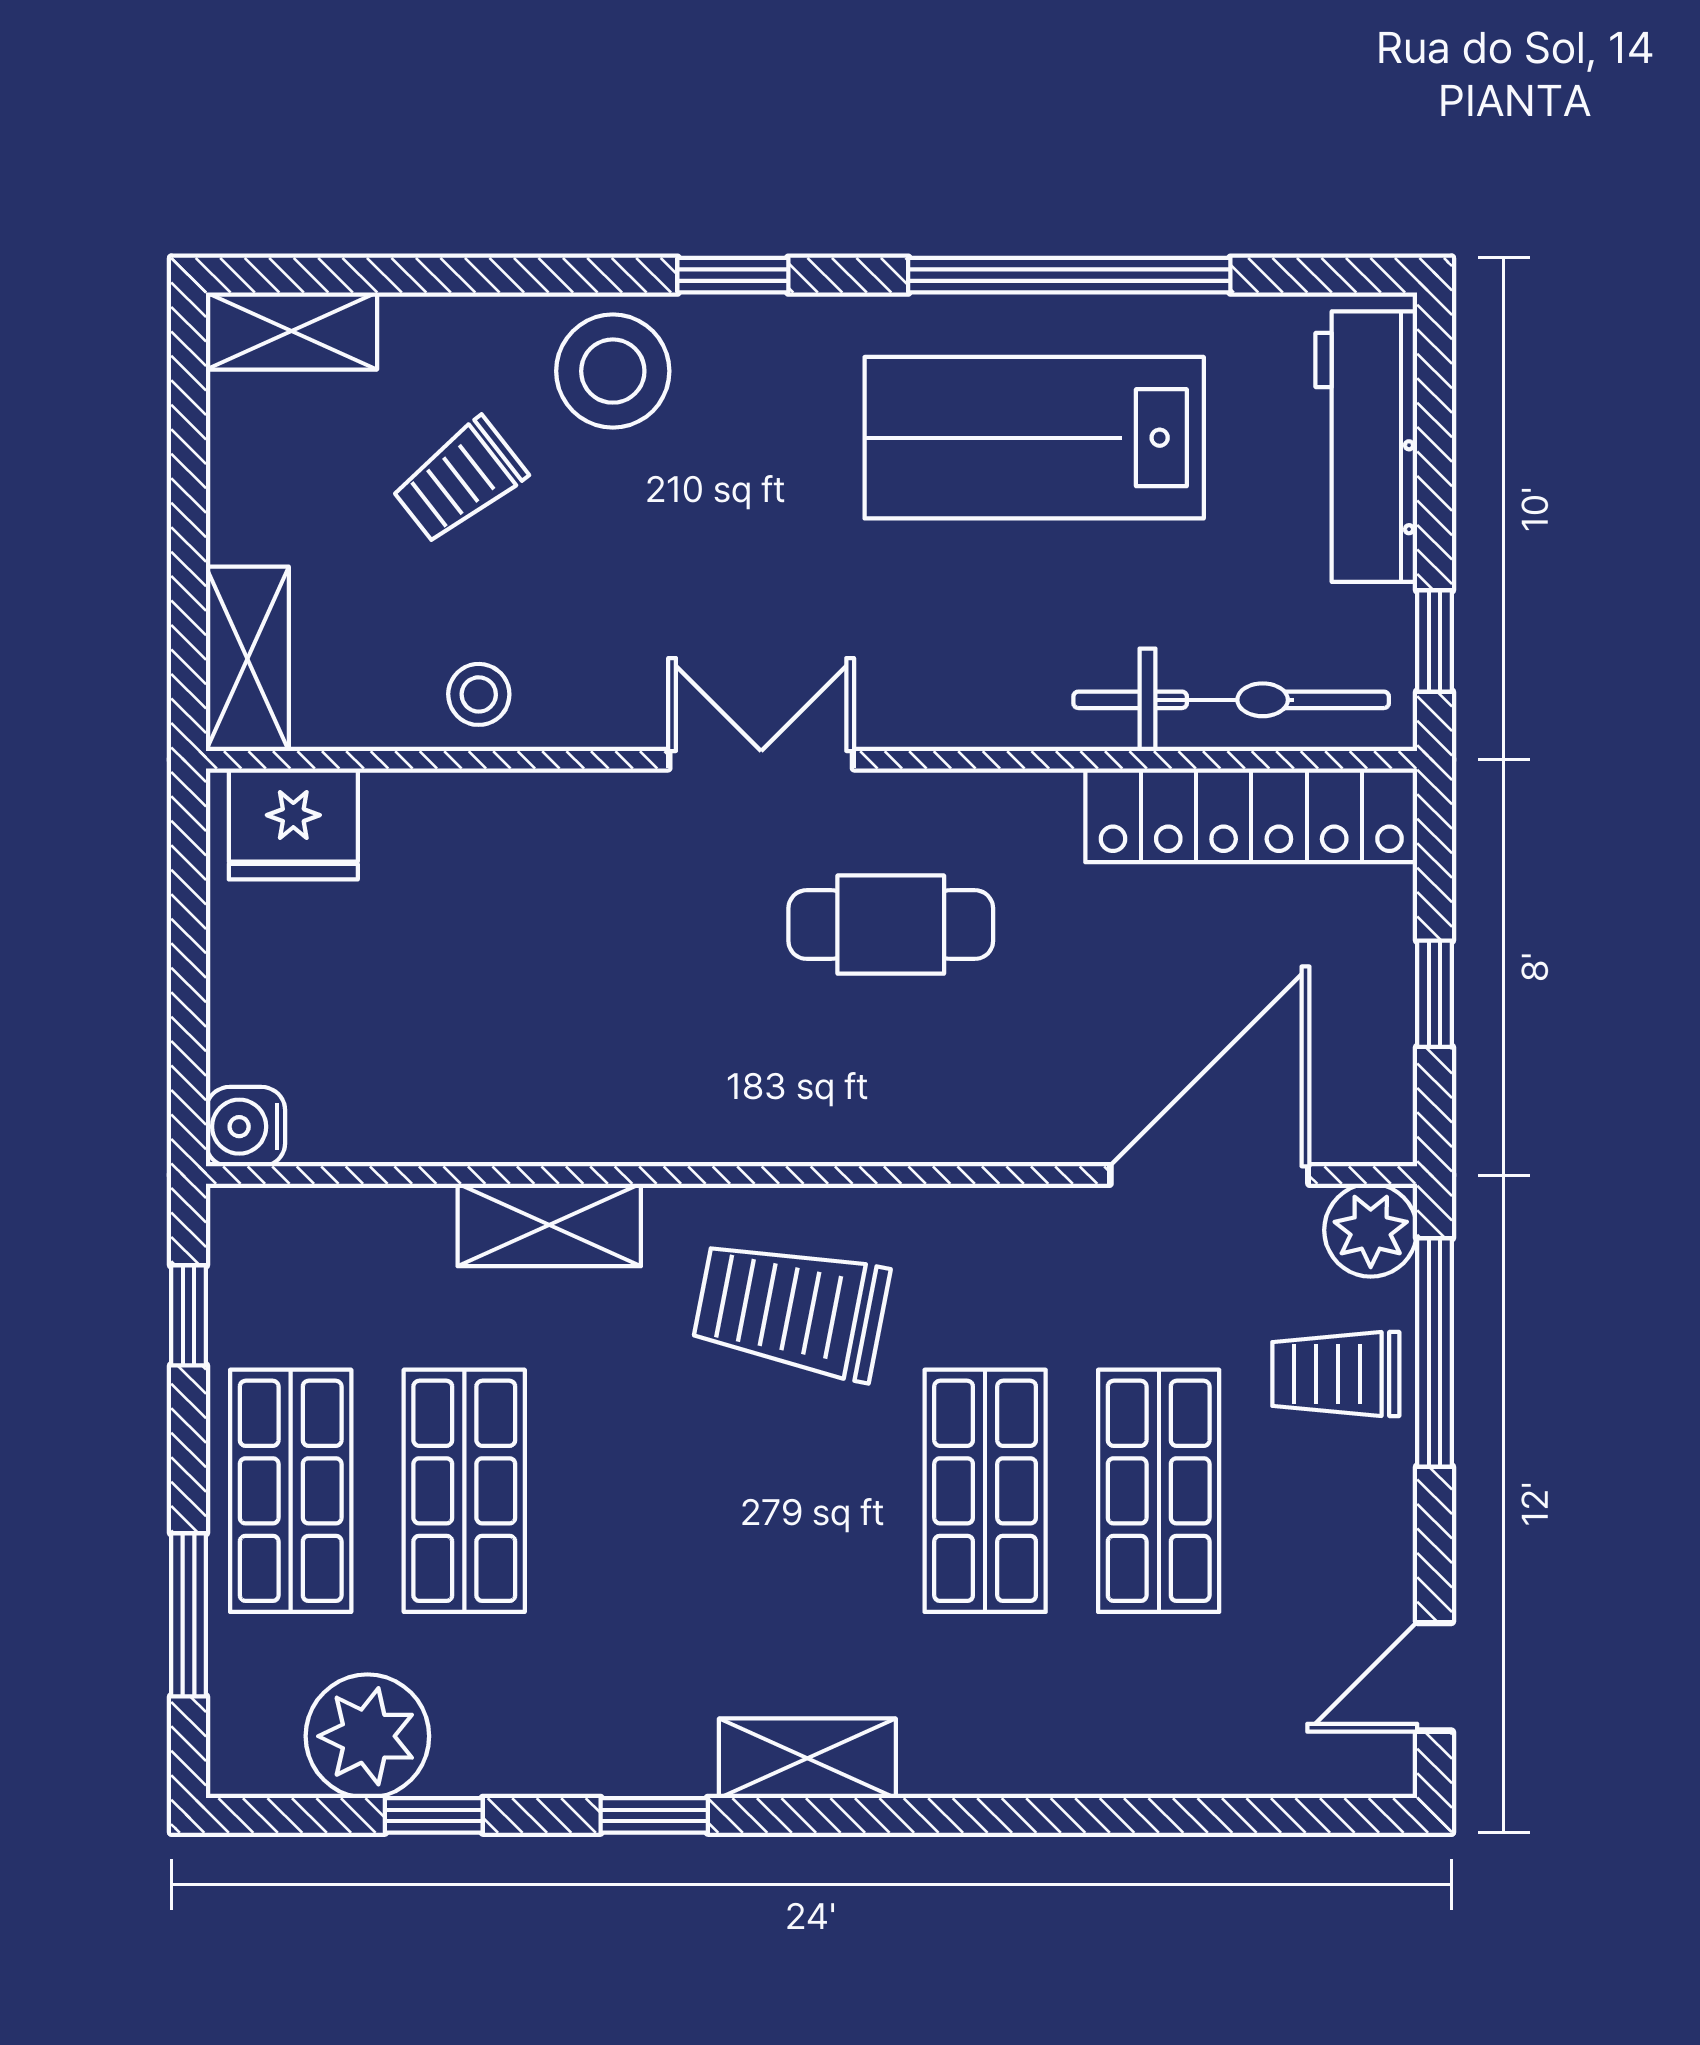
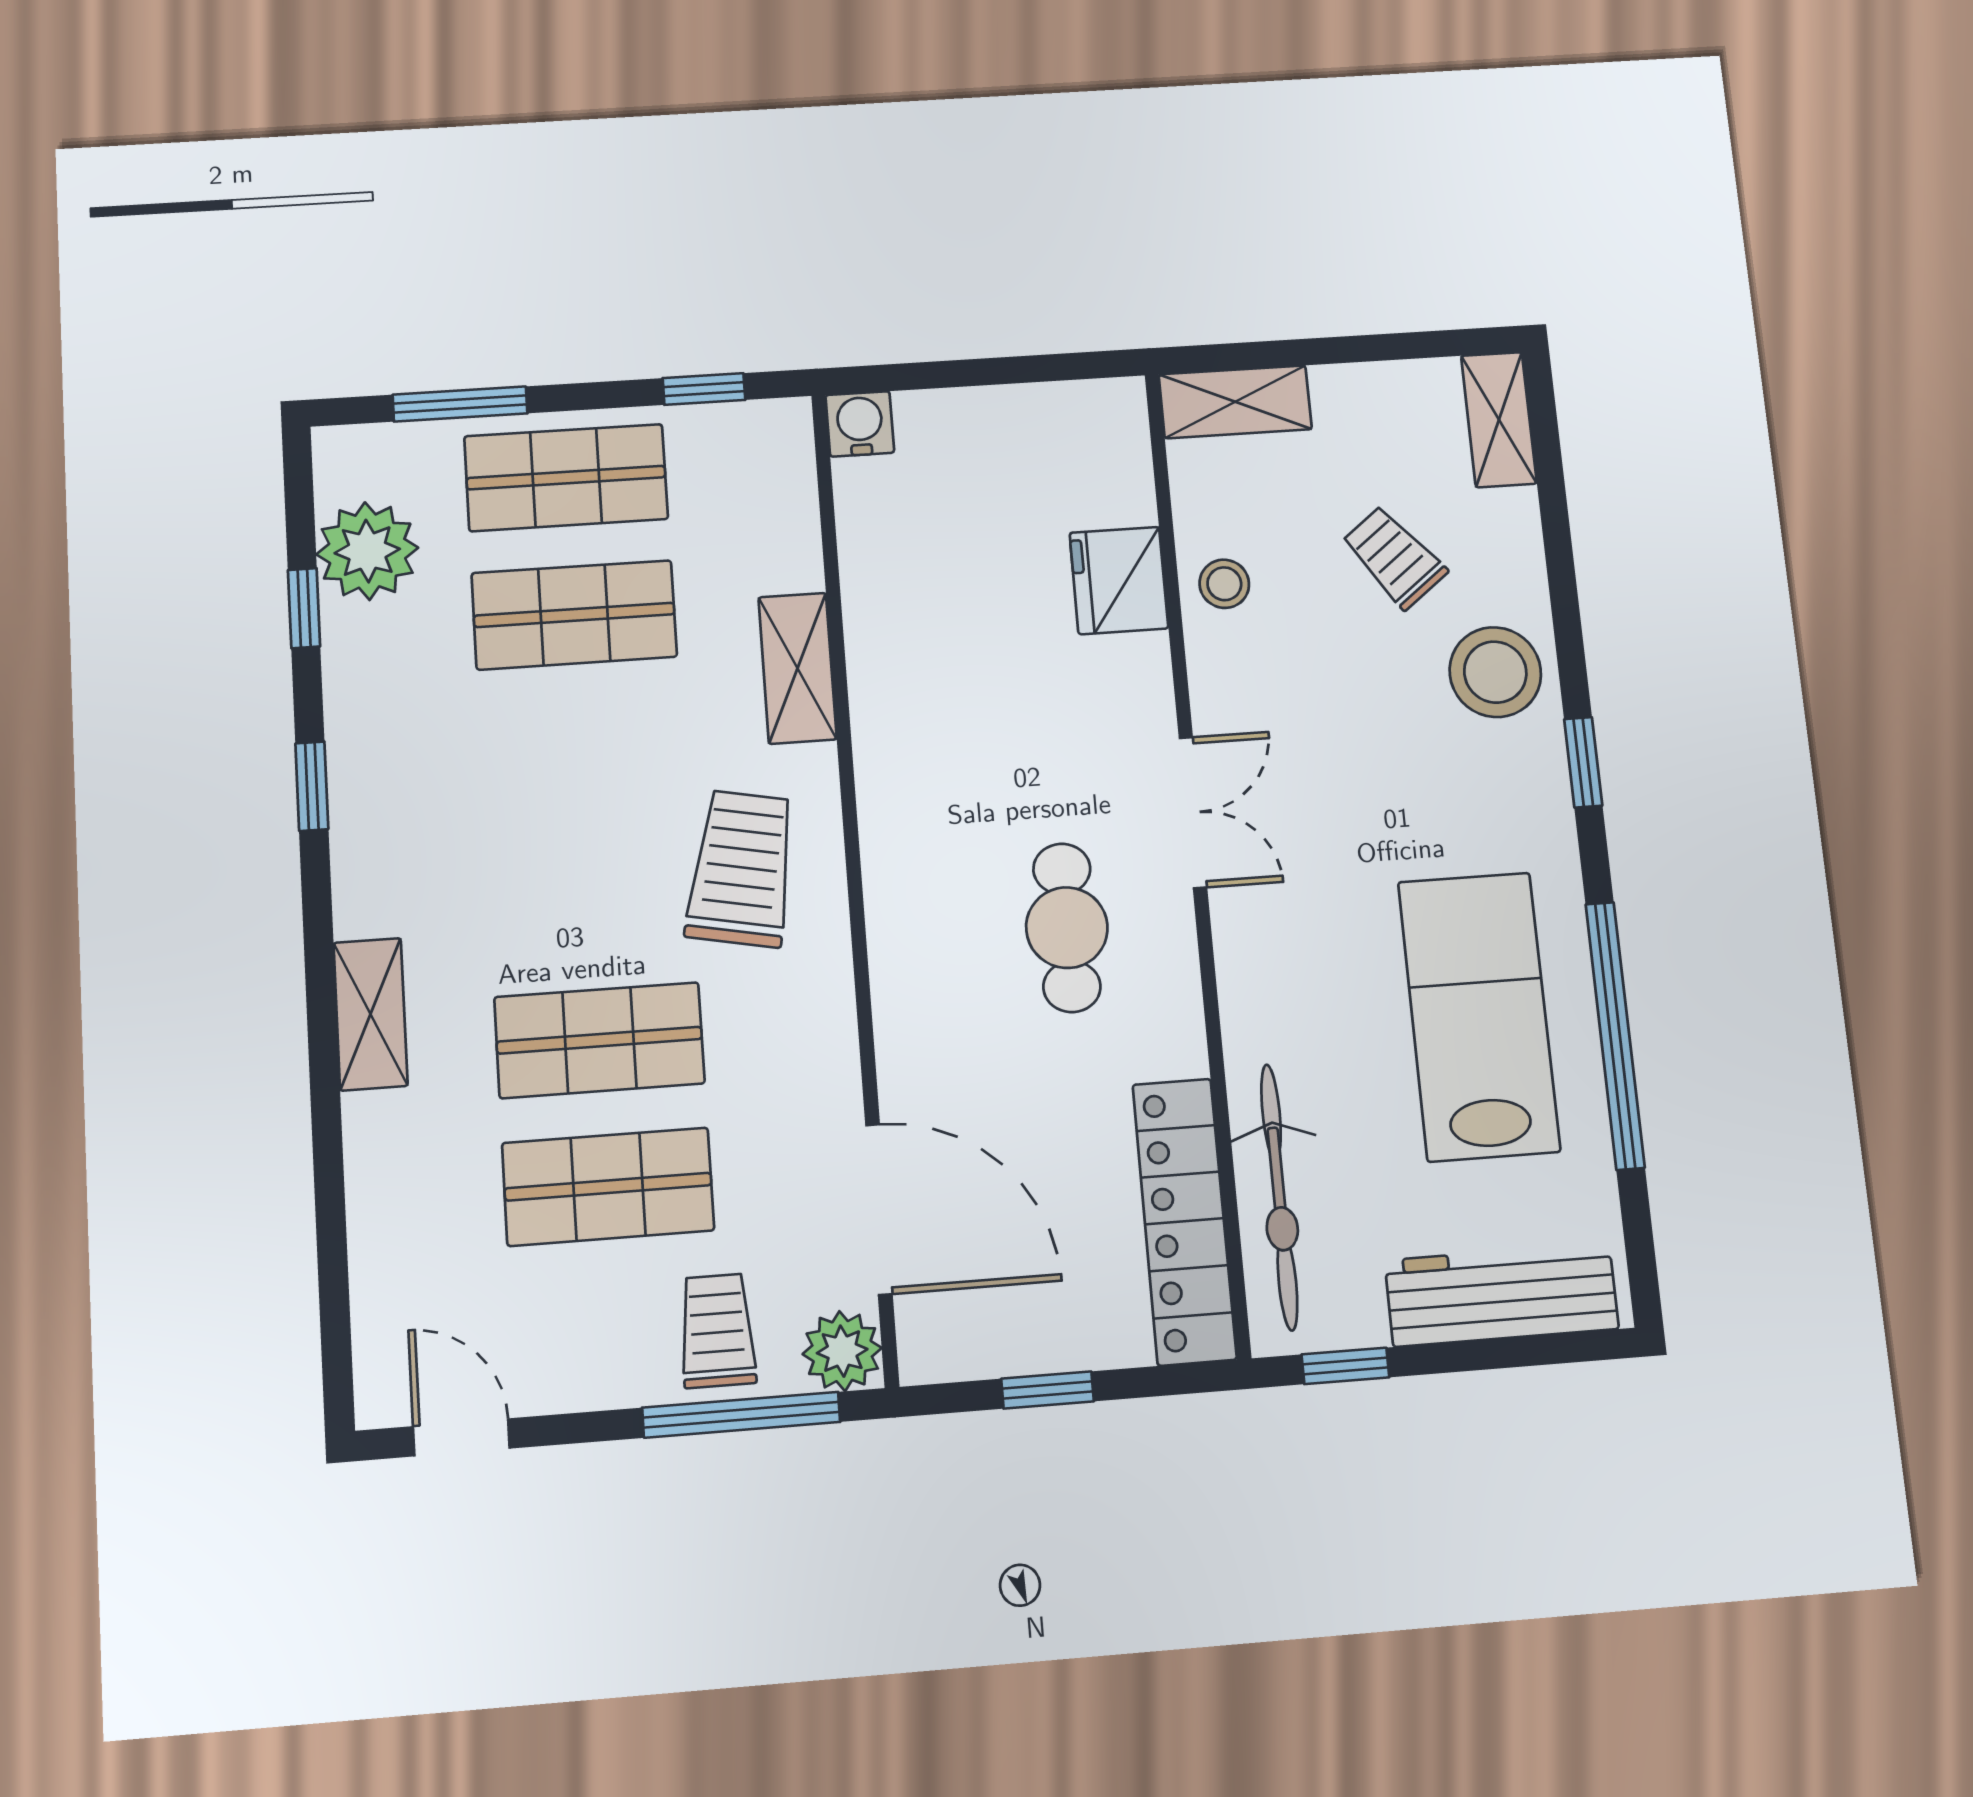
fridge: (293, 824) -> (1119, 581), moved
shelving: (807, 1758) -> (371, 1014), moved

